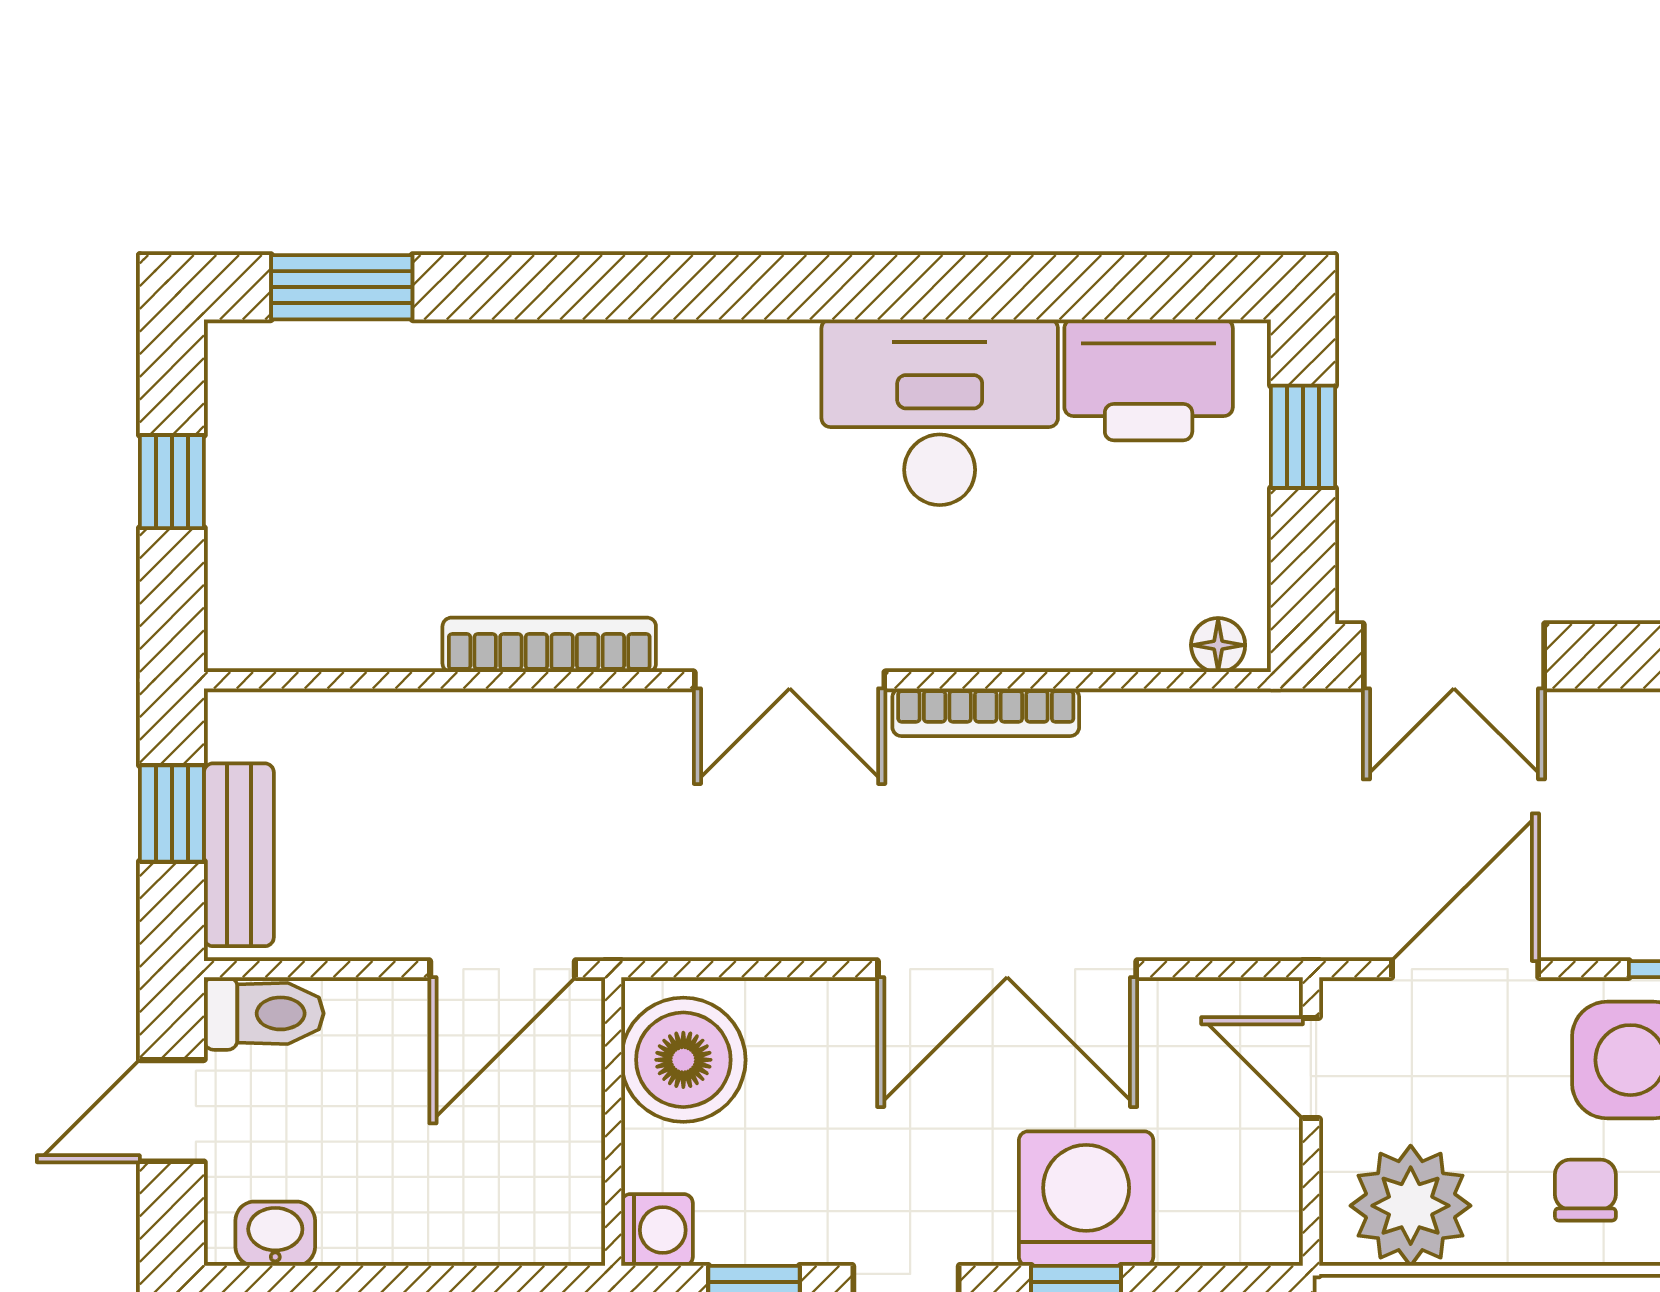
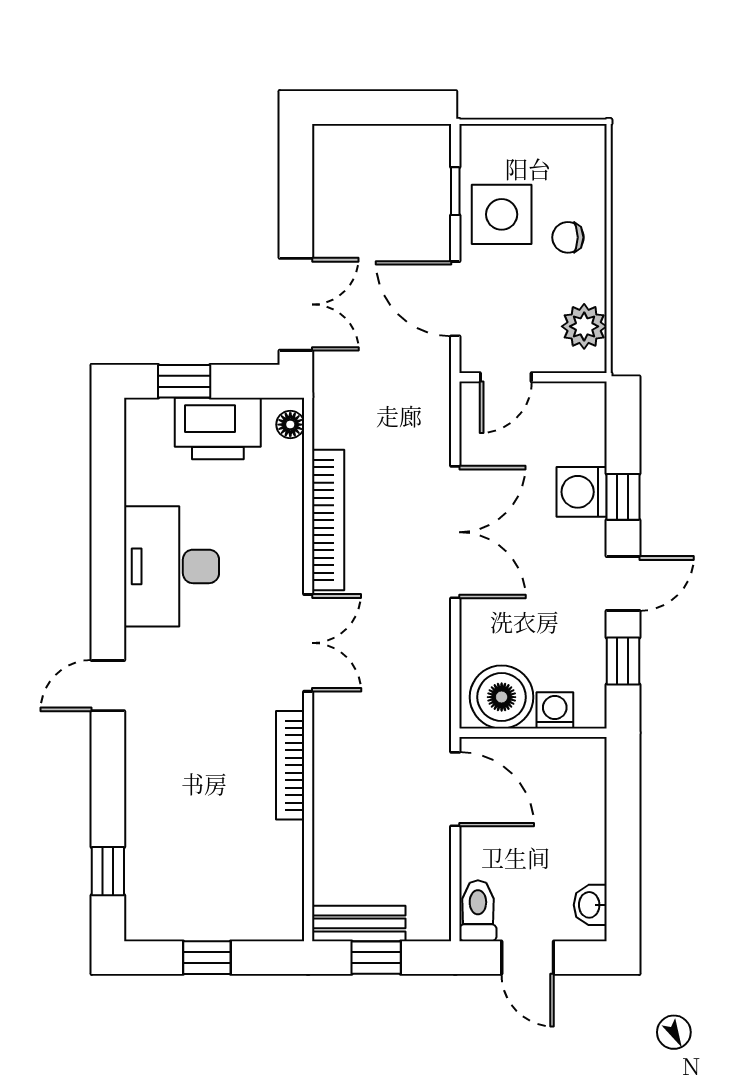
window: (342, 287) -> (108, 871), width x0.67
door: (706, 287) -> (108, 686), added
printer: (1149, 380) -> (218, 428), moved, turned 90
bookcase: (986, 712) -> (328, 520), width x1.48, depth x1.31
bench: (239, 855) -> (359, 923), moved
washing machine: (1086, 1199) -> (582, 492), width x0.73, depth x0.73
plant: (1411, 1206) -> (584, 326), width x0.73, depth x0.73
washing machine: (657, 1230) -> (555, 710), moved

